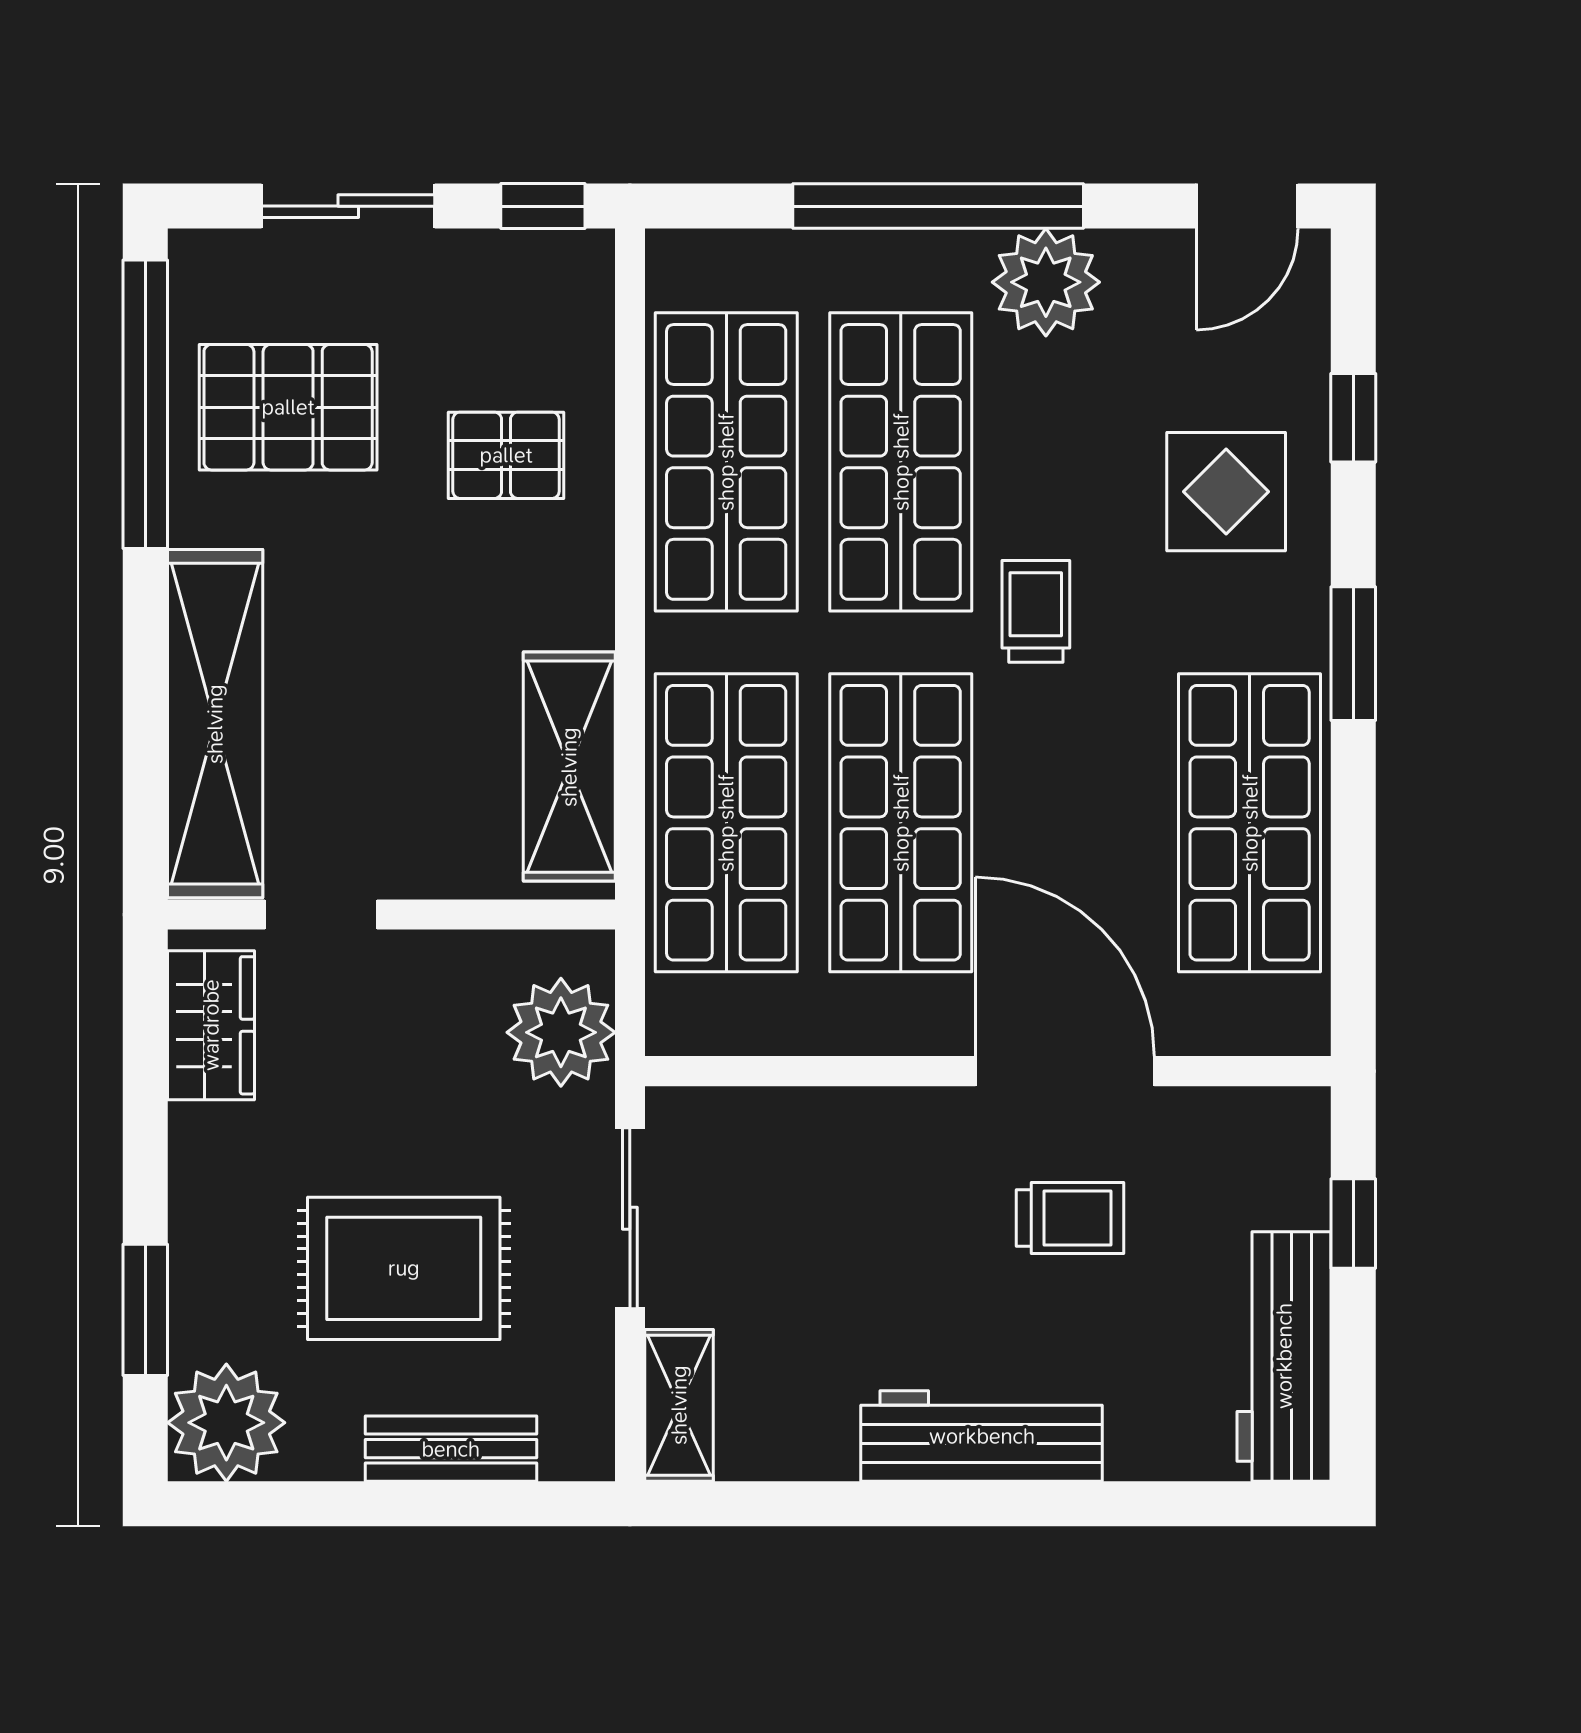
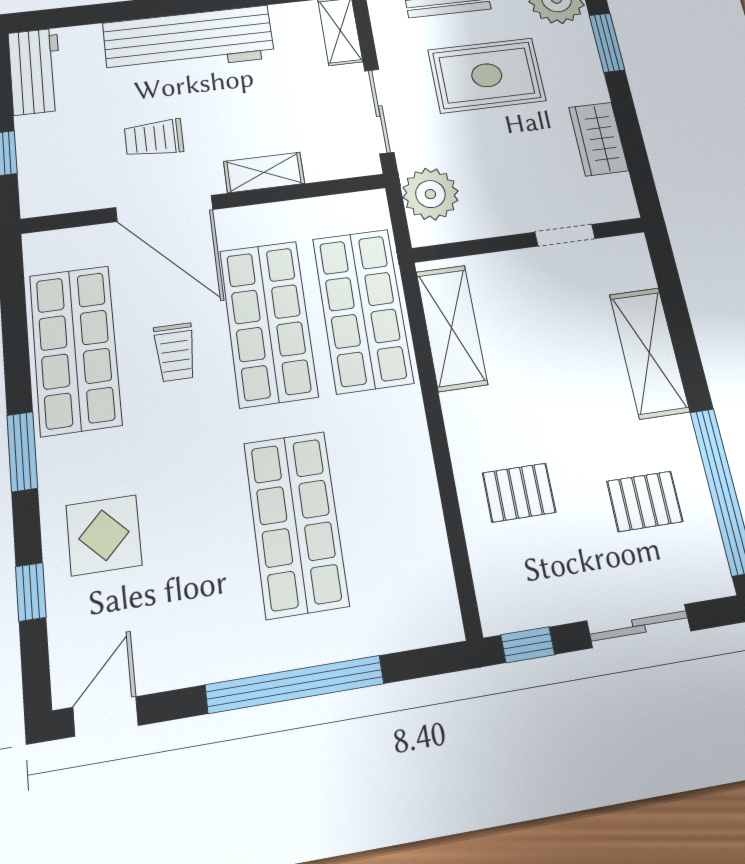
plant: (1046, 282) -> (224, 647), removed
pallet: (288, 407) -> (645, 501), width x0.67, depth x0.71
shop shelf: (726, 462) -> (395, 508), removed
trolley: (1036, 611) -> (175, 352), moved
shelving: (215, 724) -> (649, 353), width x0.68
wardrobe: (211, 1025) -> (599, 139), moved
shelving: (870, 1119) -> (264, 172), added
workbench: (1284, 1356) -> (35, 71), width x0.73
workbench: (982, 1436) -> (189, 40), width x1.36, depth x1.32

